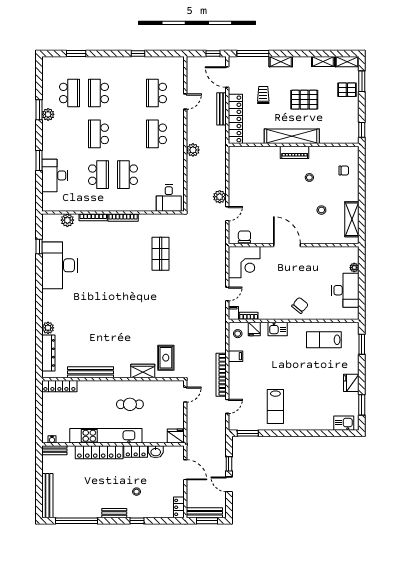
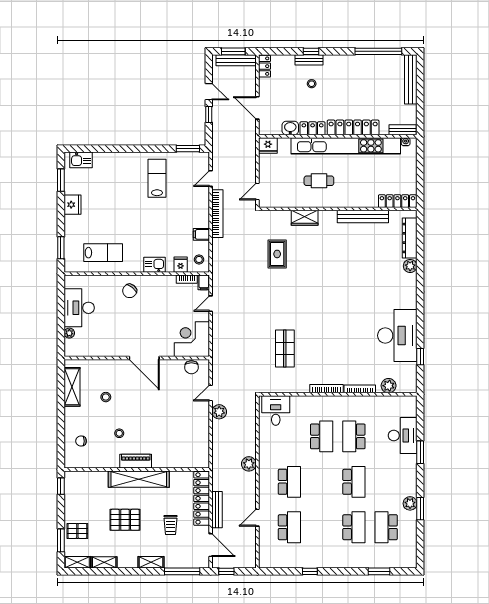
rug: (166, 358) -> (277, 254), moved
kitchen unit: (106, 436) -> (346, 146), width x1.36
bench: (114, 513) -> (309, 60), moved

